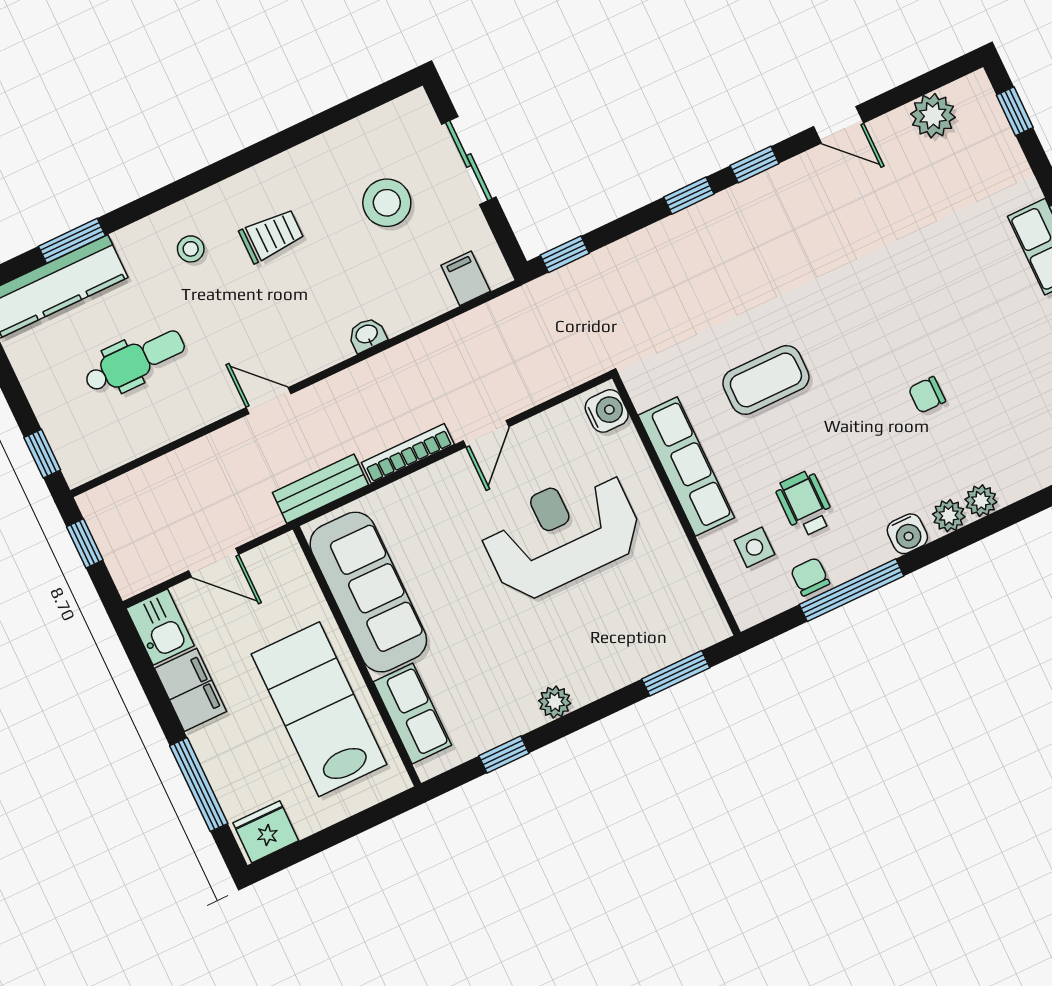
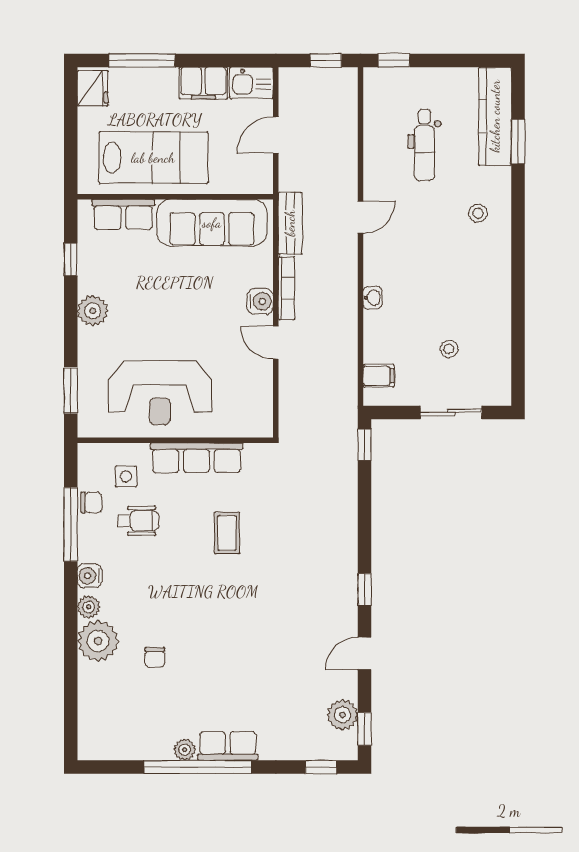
window: (689, 196) -> (364, 729), moved
stool: (387, 203) -> (449, 349), width x0.53, depth x0.53
trolley: (272, 236) -> (462, 267), removed
coffee table: (766, 380) -> (227, 533), width x0.73, depth x0.77
chair: (927, 395) -> (155, 657), moved, turned 180
water cooler: (607, 411) -> (260, 301), moved, turned -90
plant: (981, 501) -> (98, 641), width x1.87, depth x1.87
reception desk: (561, 534) -> (160, 393), moved, turned 90
plant: (555, 702) -> (93, 311), width x1.38, depth x1.38

